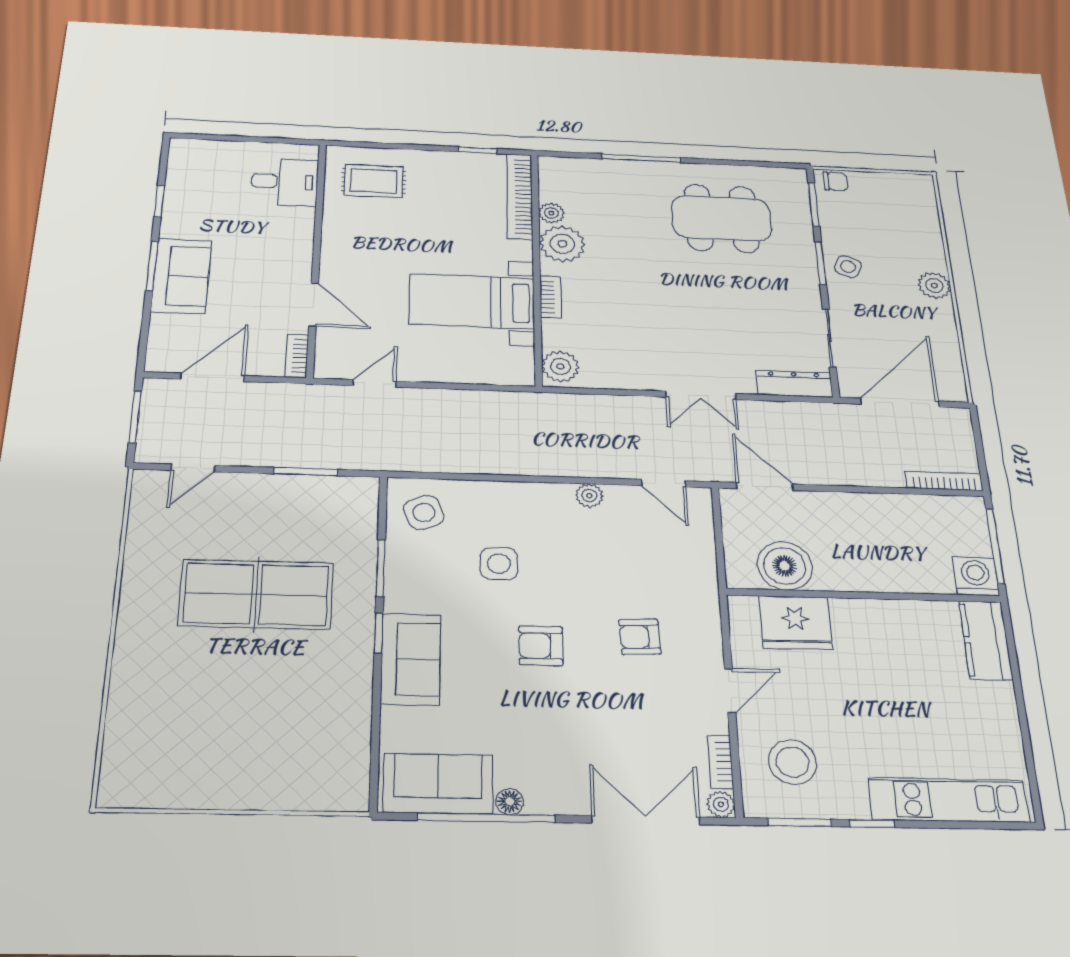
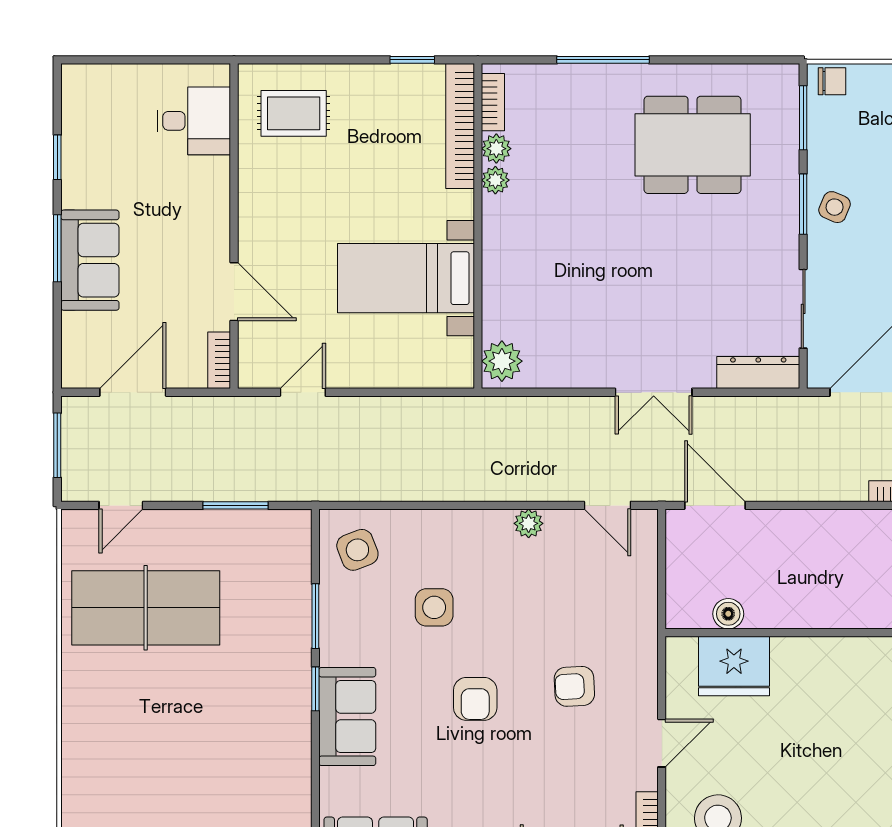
plant: (562, 244) -> (495, 180), width x0.53, depth x0.53
bookcase: (551, 297) -> (493, 102), moved
boiler: (785, 566) -> (728, 614), width x0.54, depth x0.54
table tennis table: (256, 594) -> (146, 608), moved
armchair: (541, 646) -> (475, 699), turned -90

